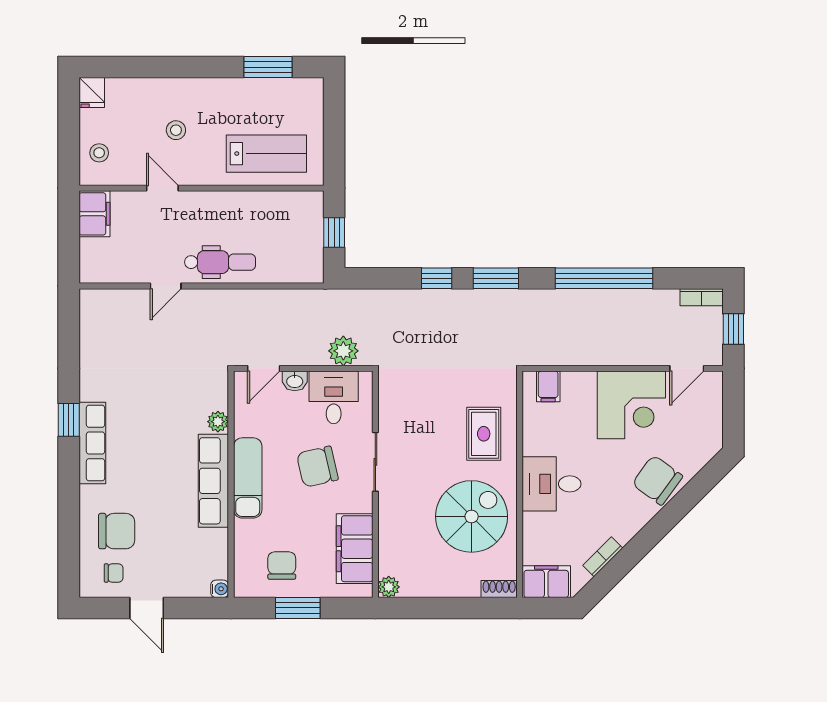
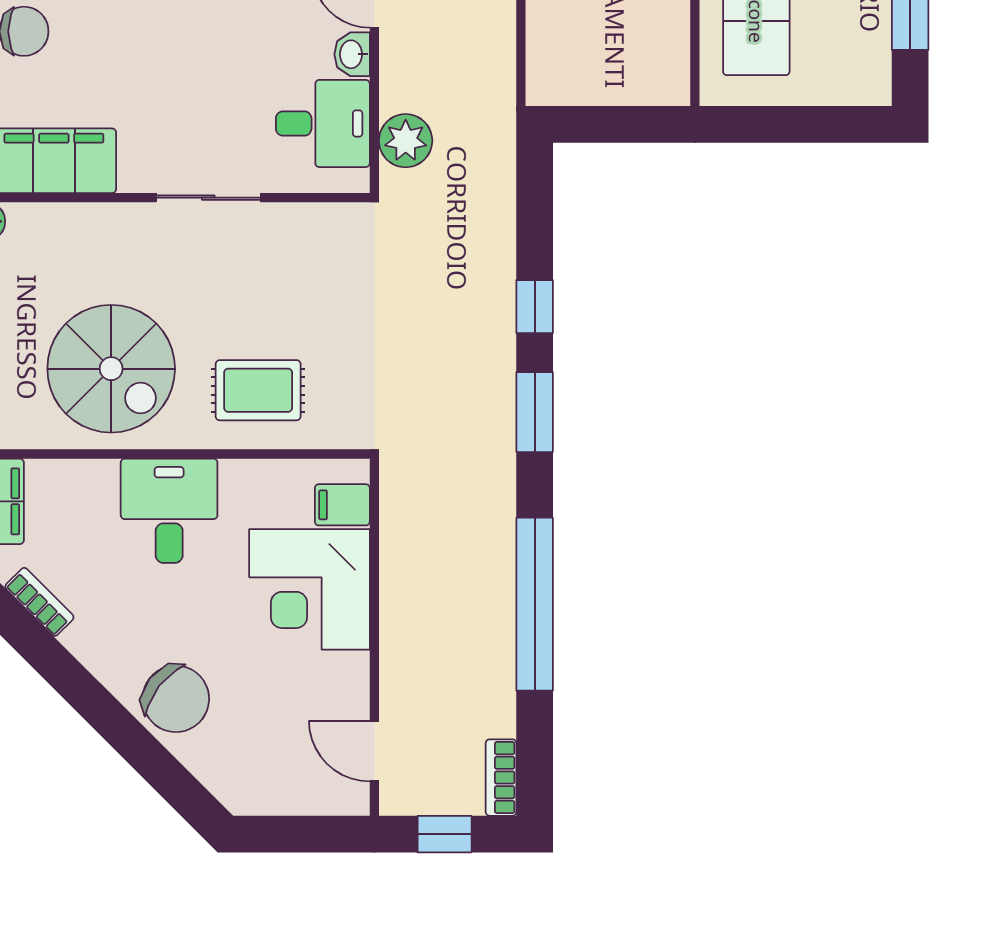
window: (334, 232) -> (616, 124), removed
corner desk: (631, 405) -> (309, 589), moved
chair: (317, 467) -> (200, 95), removed
chair: (657, 480) -> (176, 699), turned 92

